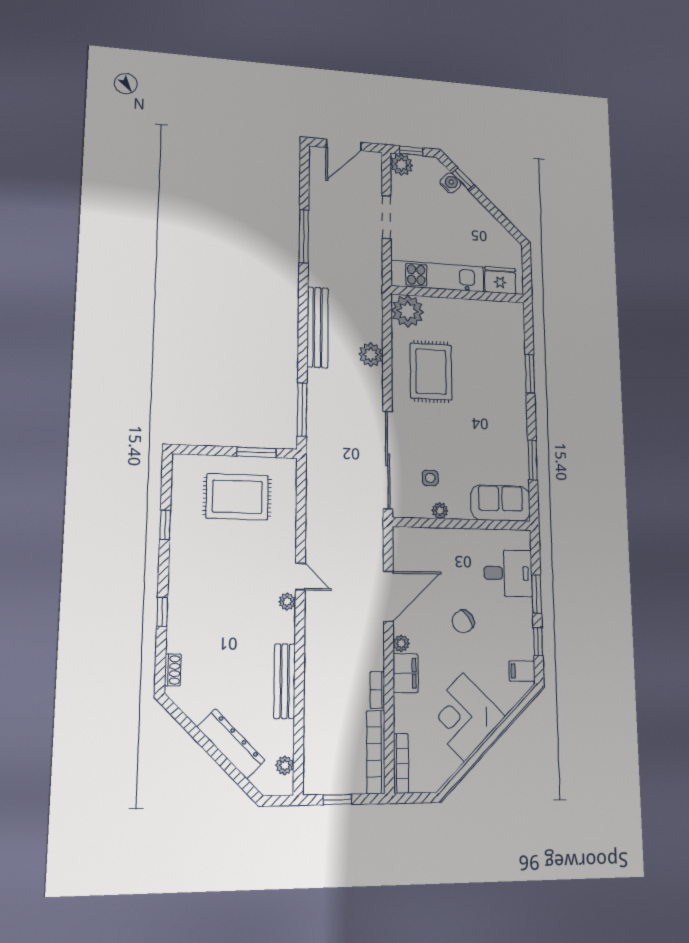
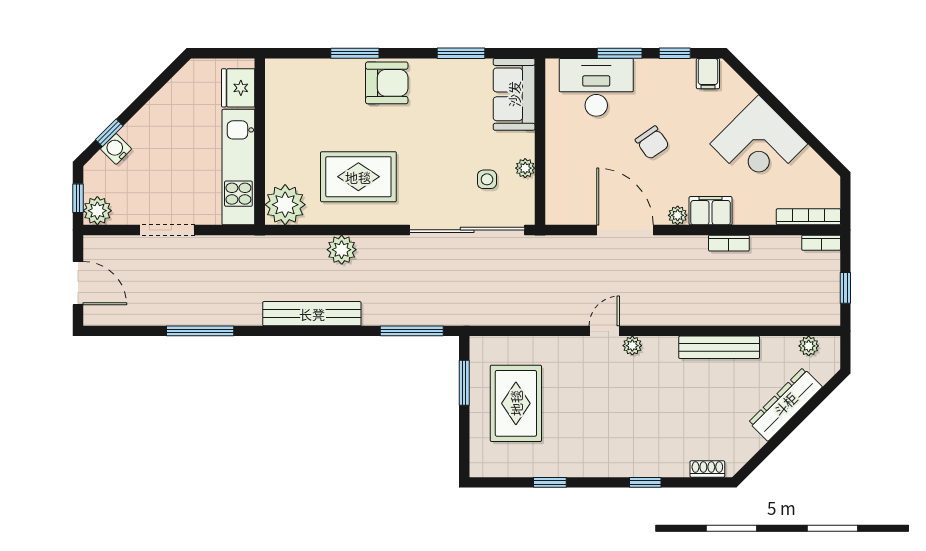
armchair: (507, 398) -> (387, 83), added
desk: (508, 573) -> (596, 87), width x1.37
bookcase: (376, 752) -> (821, 243), width x0.43, depth x0.76

